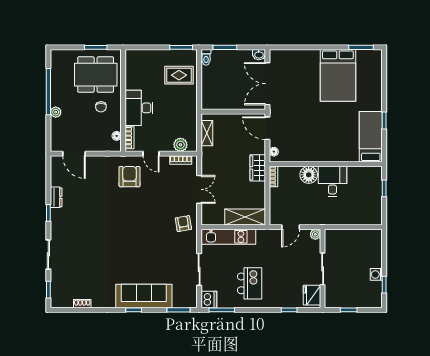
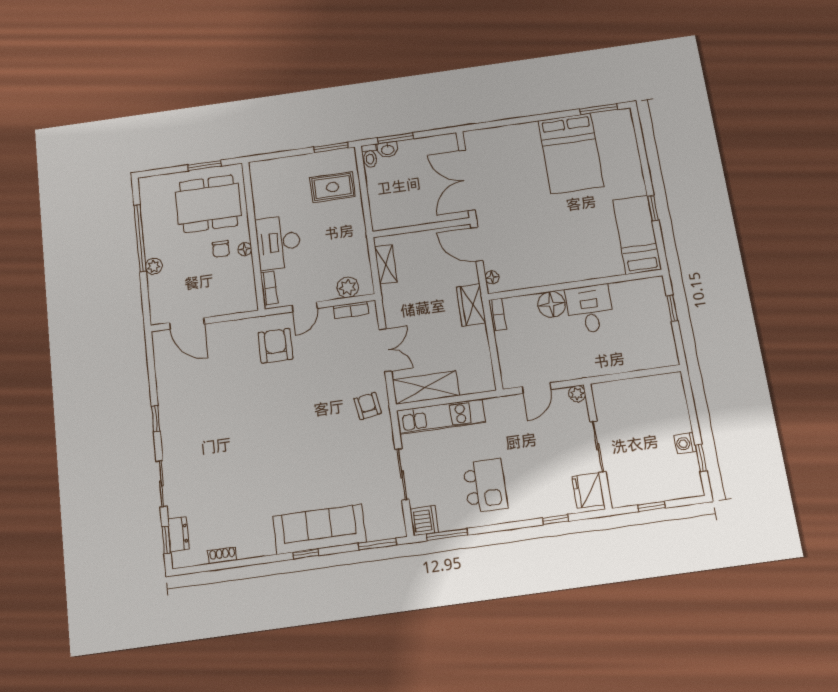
washbasin: (259, 55) -> (388, 150), moved
floor lamp: (117, 136) -> (245, 249), moved
door: (151, 154) -> (305, 307), hinge flipped
dresser: (56, 197) -> (178, 534), moved
shelving: (245, 217) -> (426, 388), moved

